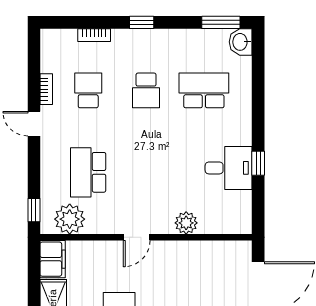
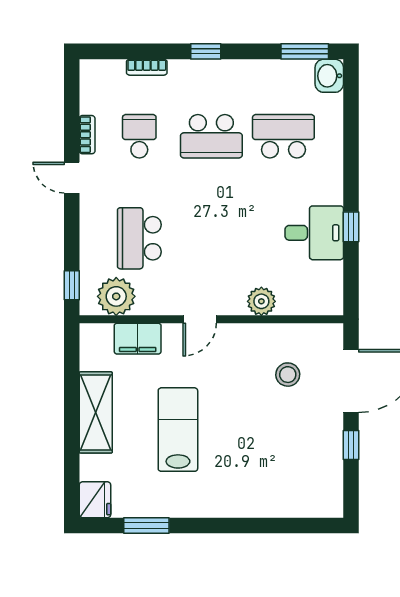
school desk: (146, 90) -> (211, 136), width x1.85
filing cabinet: (53, 259) -> (138, 339), moved, turned 90
stool: (207, 282) -> (288, 375), added

